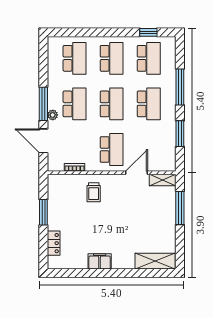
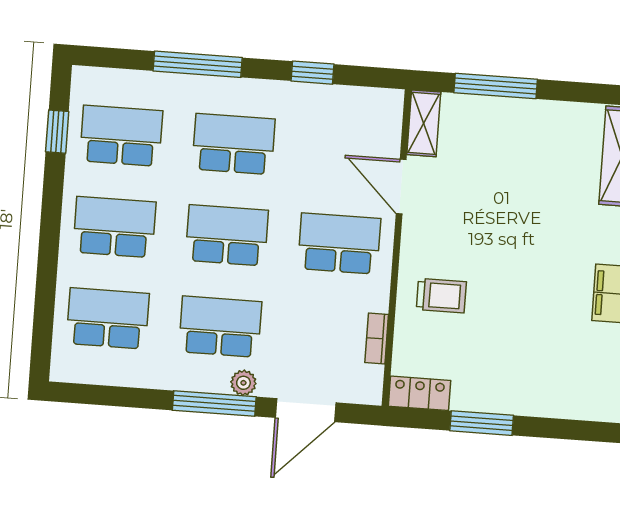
window: (180, 134) -> (312, 73), width x0.67
locker: (54, 243) -> (419, 393), moved

